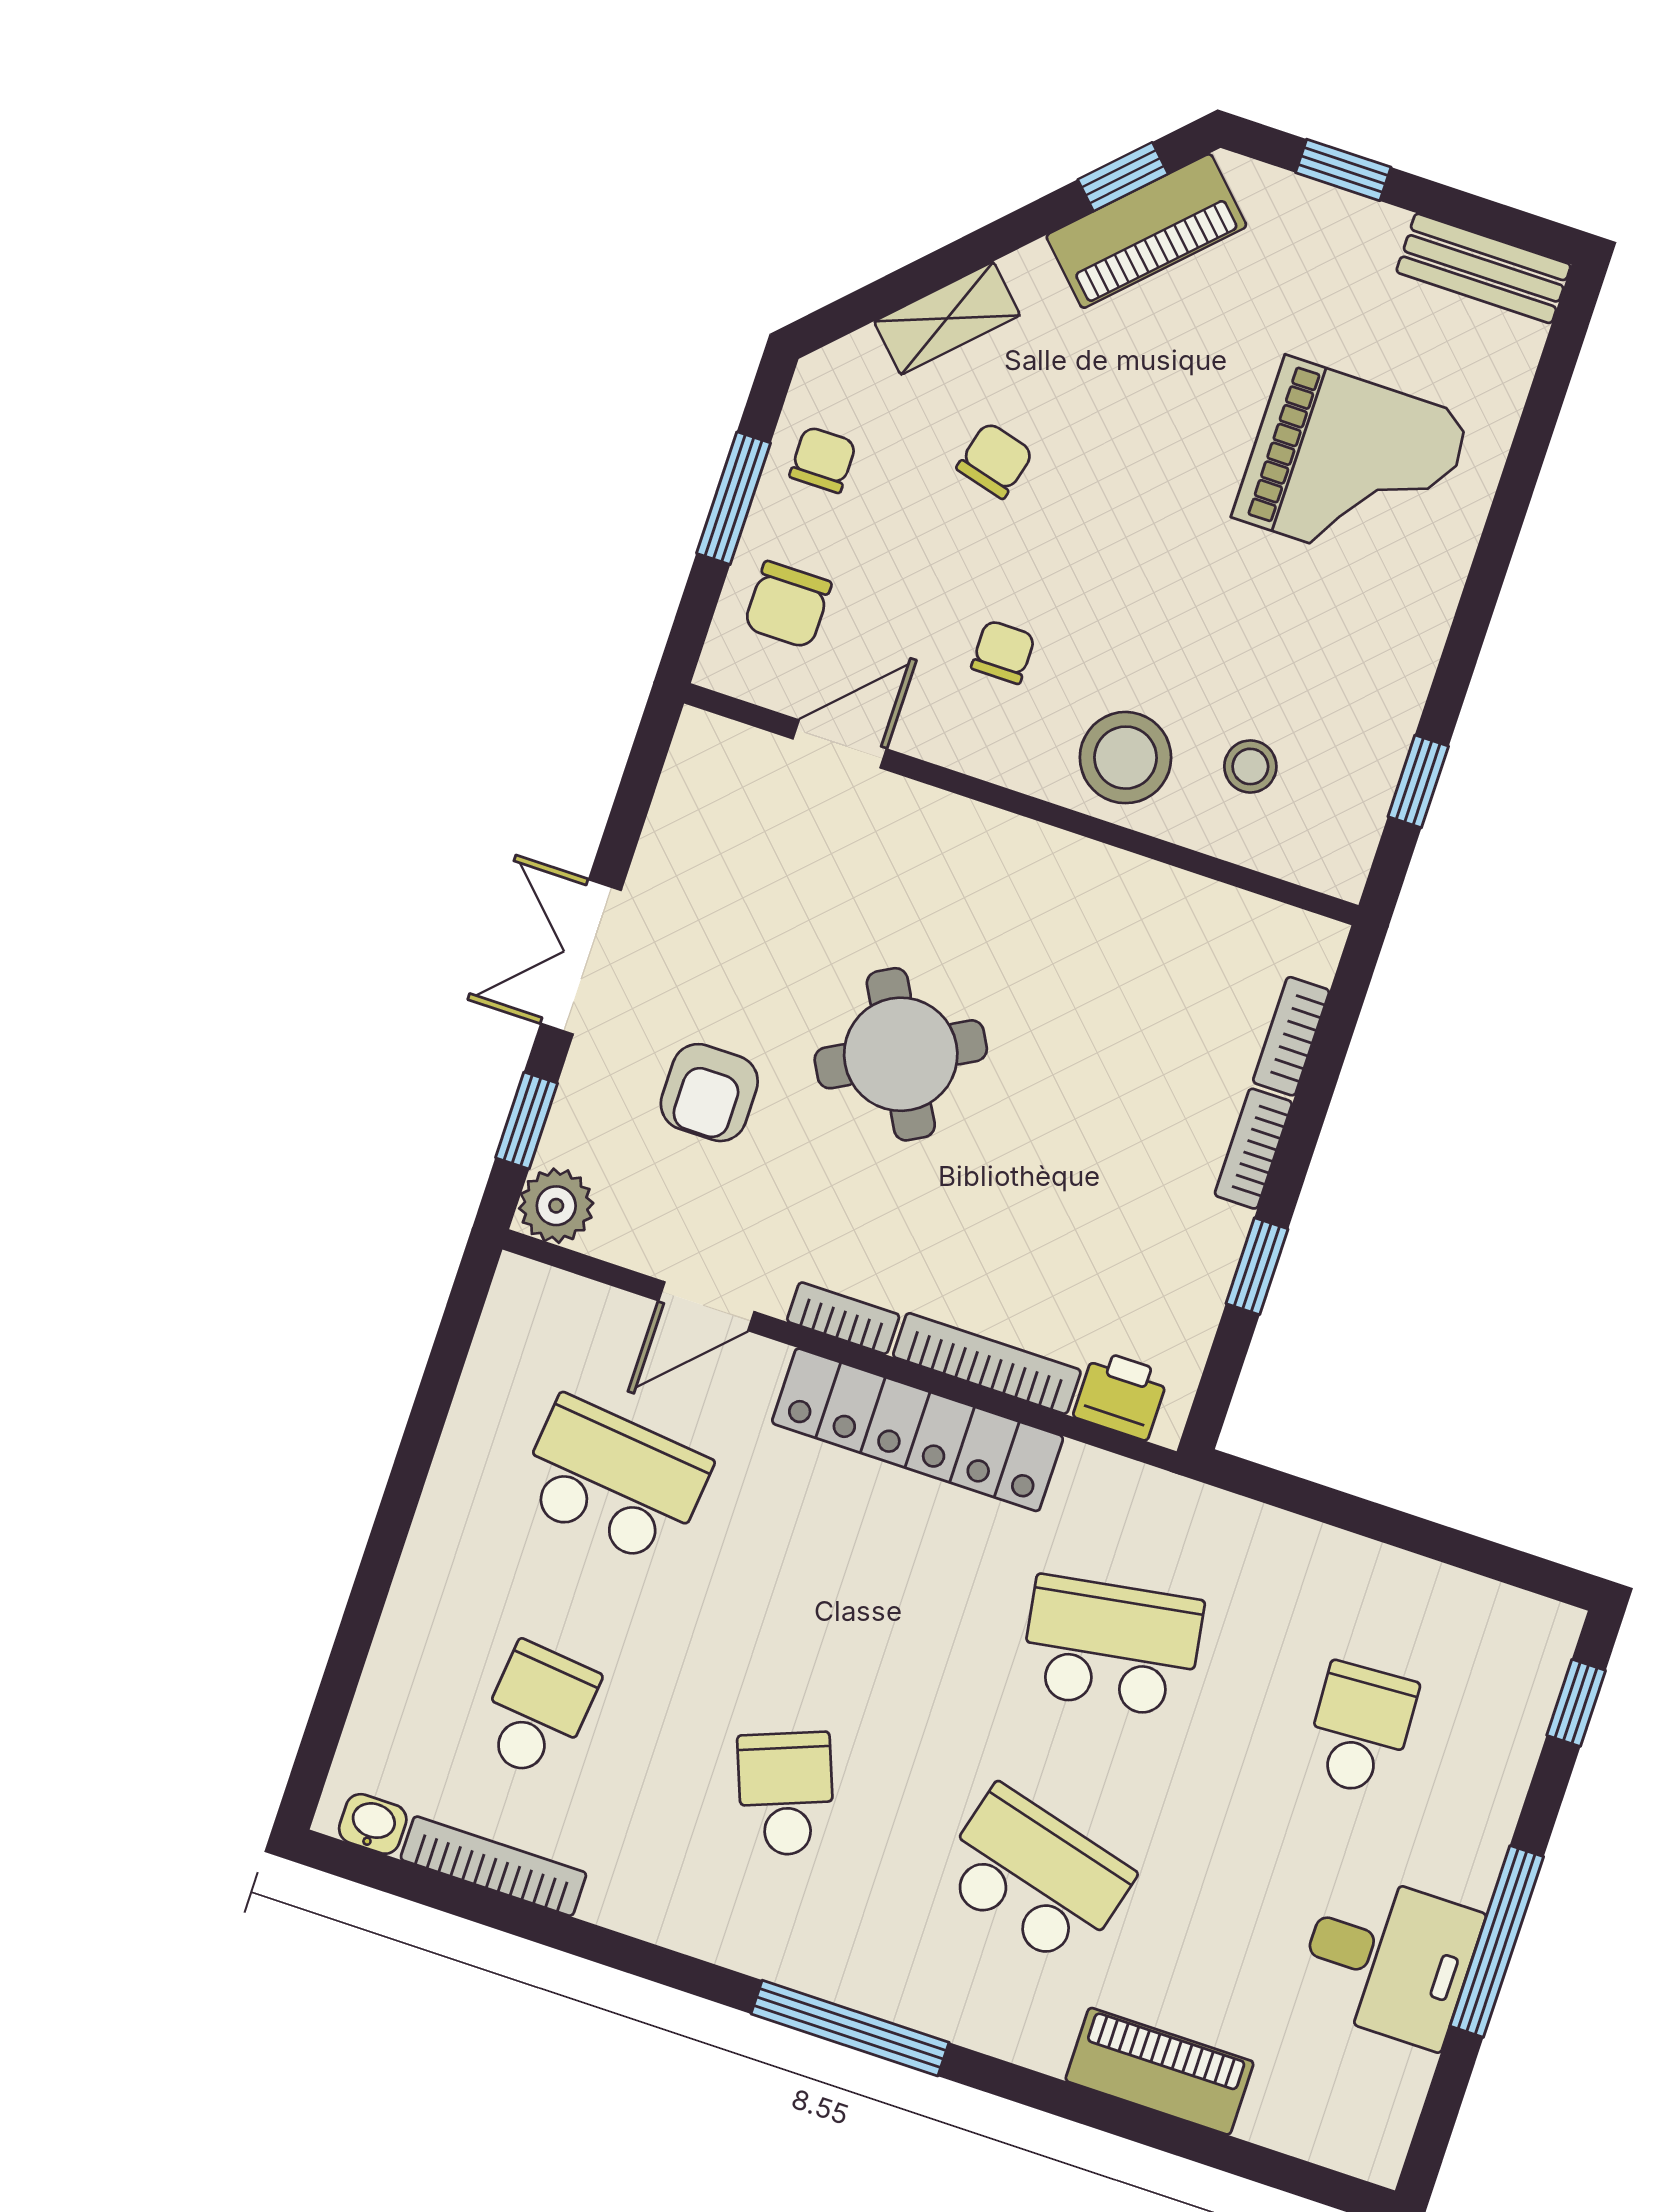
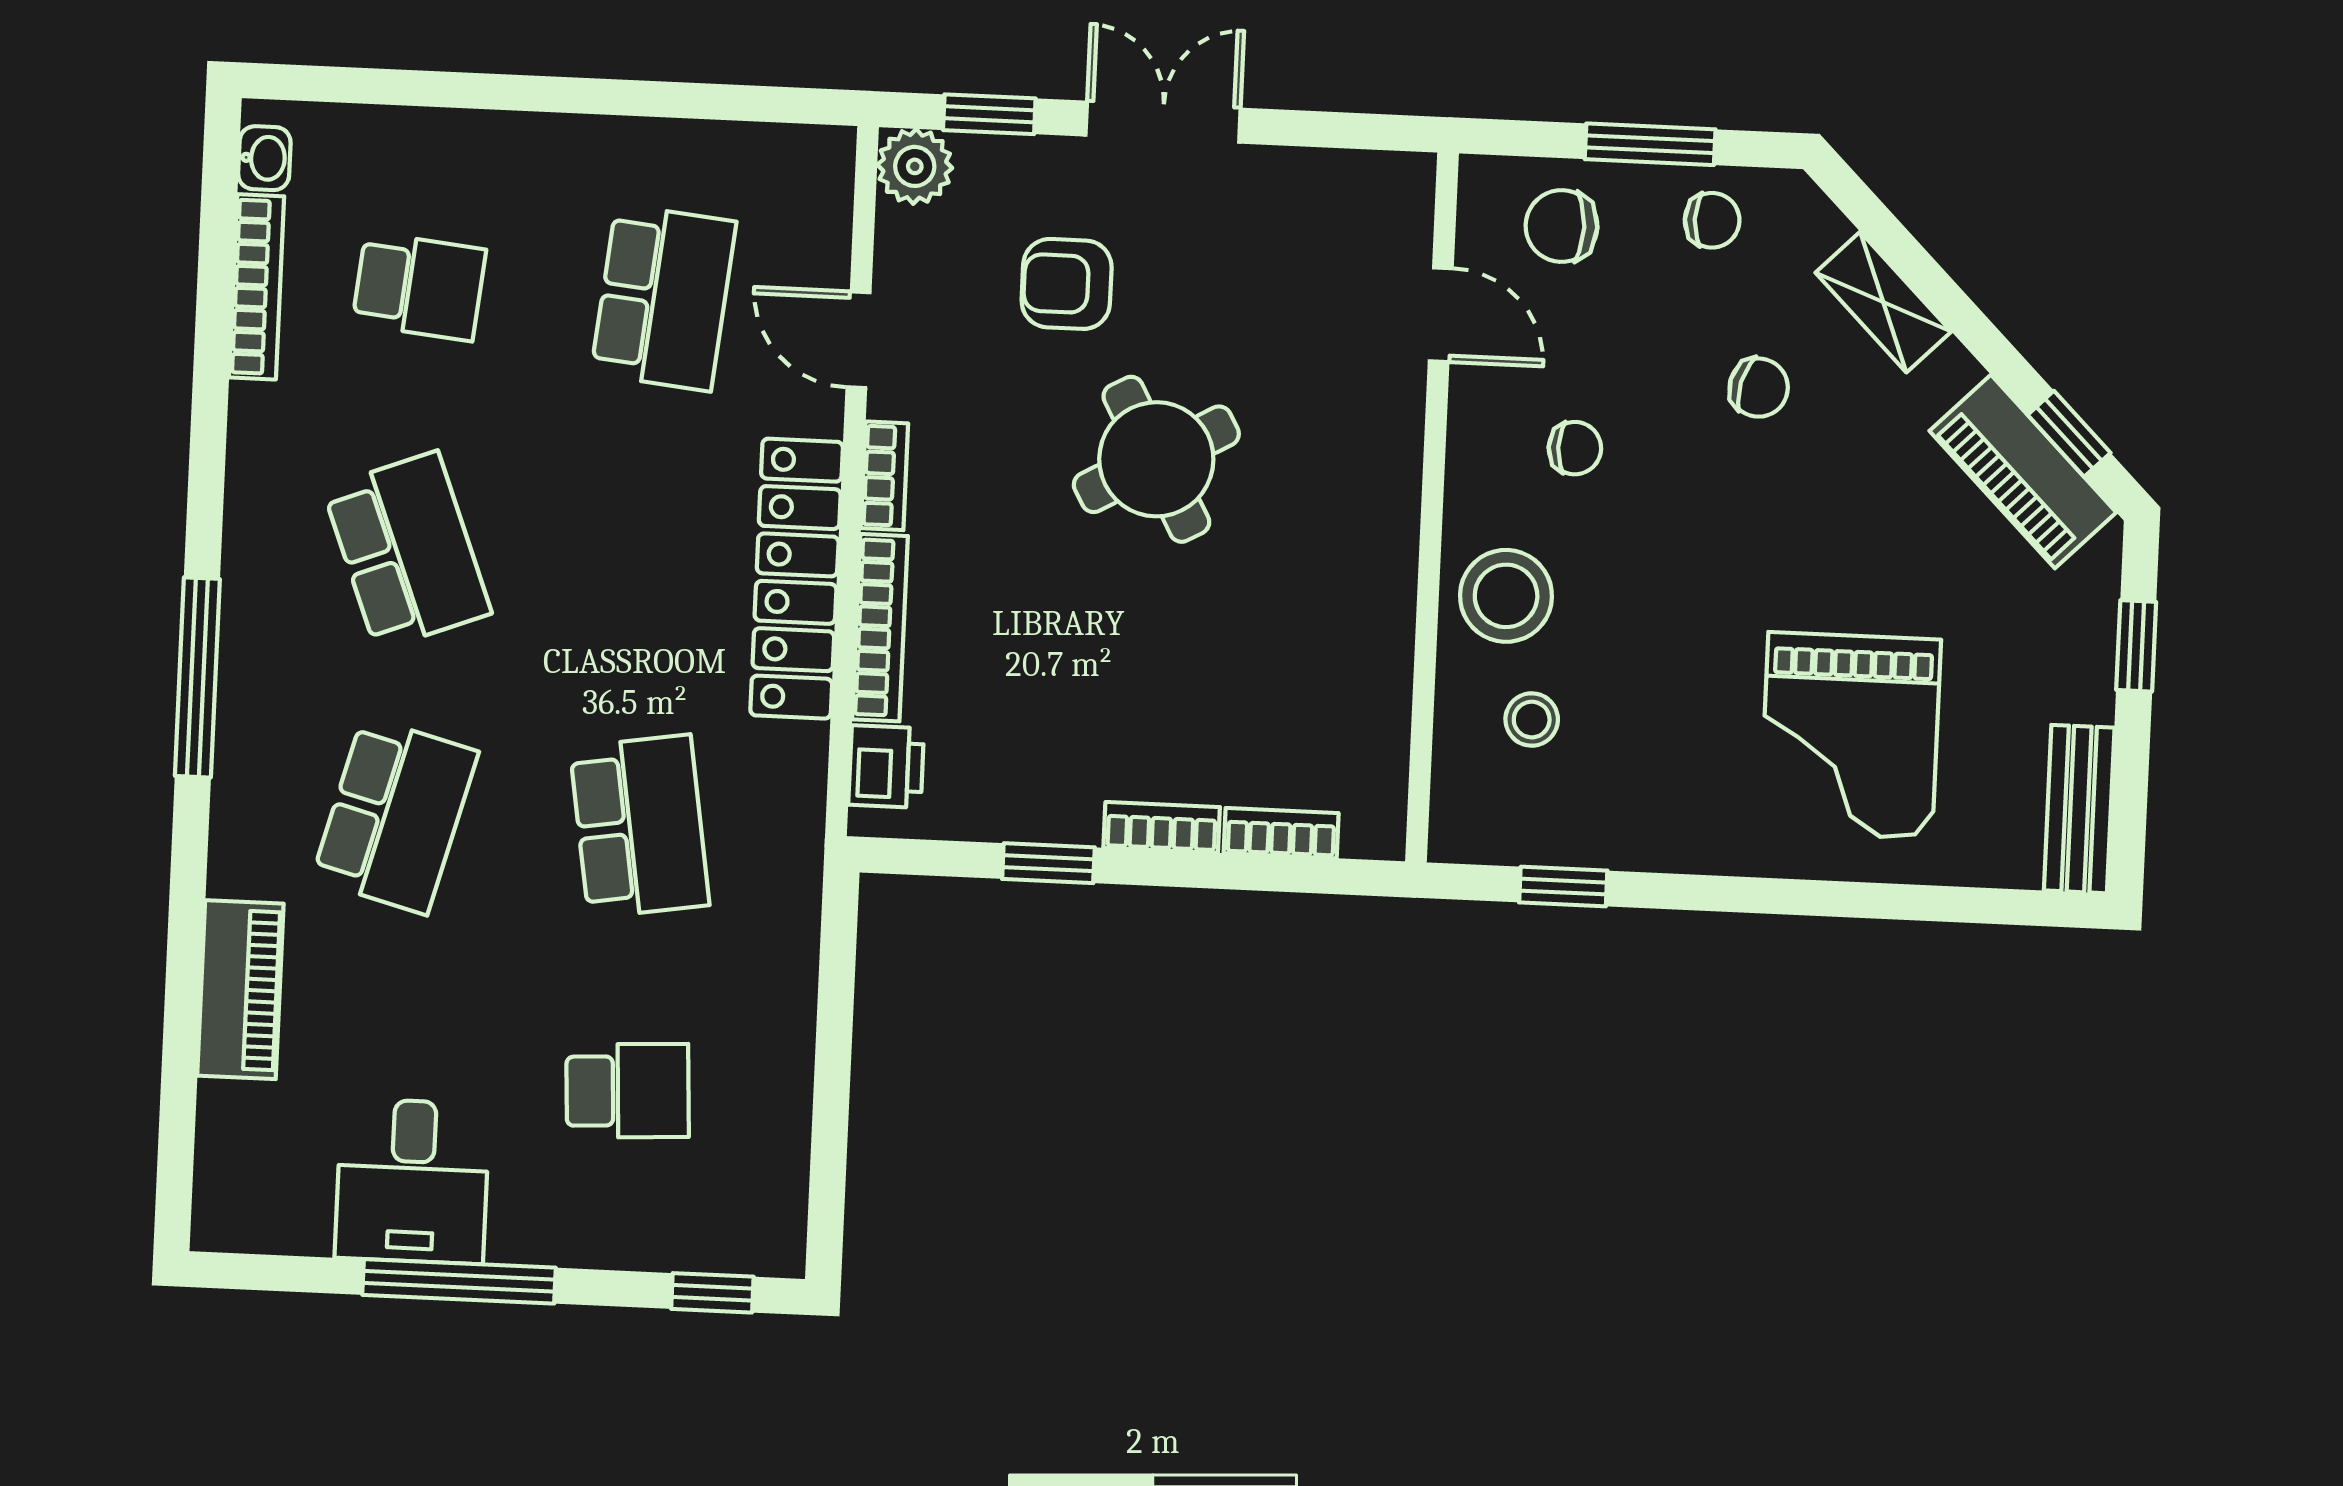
school desk: (786, 1794) -> (407, 551), width x1.85

